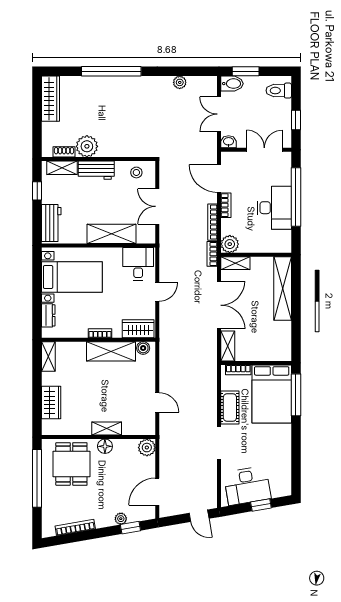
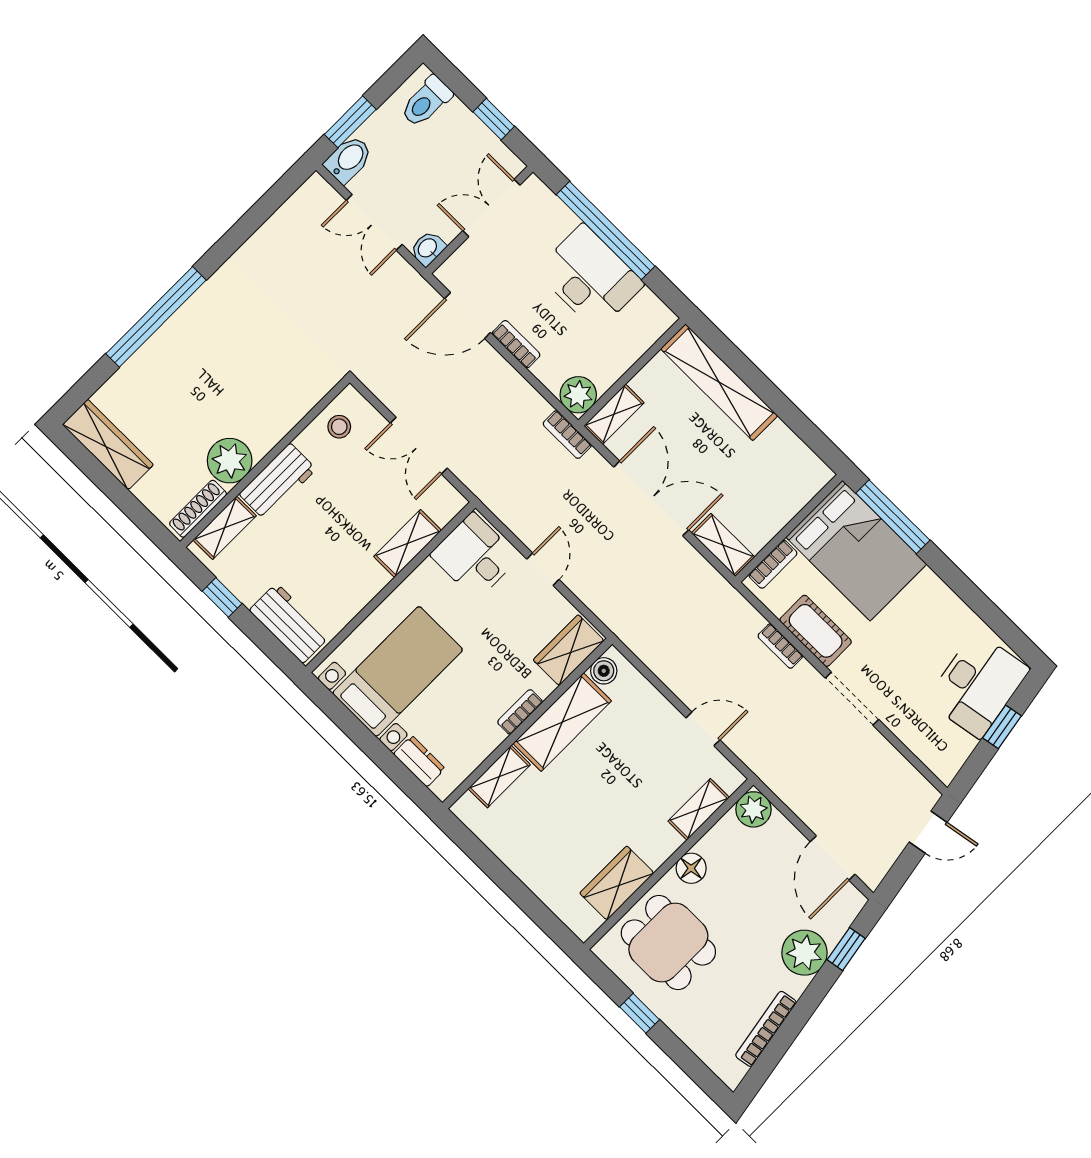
plant: (180, 82) -> (271, 233), removed
shoe rack: (64, 152) -> (198, 509), width x1.43
bookcase: (213, 222) -> (780, 646), moved, width x0.64
shelving: (111, 234) -> (408, 543), width x0.67, depth x0.75
shelving: (48, 357) -> (499, 777), moved, turned 90
wardrobe: (51, 402) -> (617, 883), moved, turned -90
shelving: (107, 429) -> (699, 809), moved
window: (37, 478) -> (640, 1013), width x0.32
desk: (247, 486) -> (978, 685), moved
plant: (121, 519) -> (804, 953), width x1.88, depth x1.88

